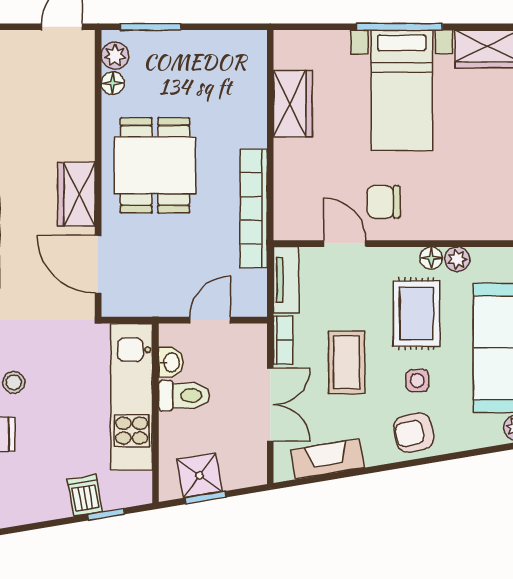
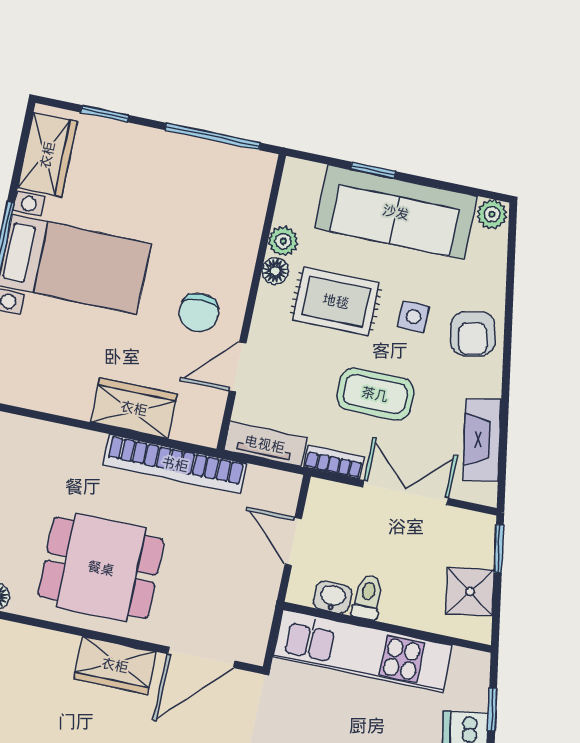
wardrobe: (293, 104) -> (134, 408), moved
toilet: (184, 396) -> (367, 597), width x0.73, depth x0.72
window: (205, 498) -> (499, 549), moved

